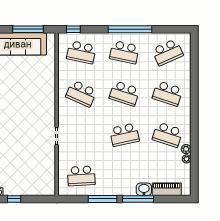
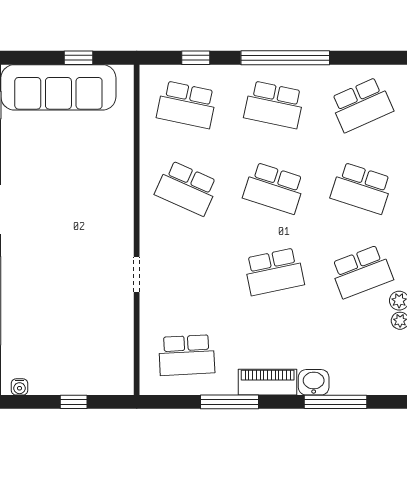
window: (28, 29) -> (79, 58), width x0.46
window: (73, 29) -> (196, 58), moved
school desk: (168, 135) -> (361, 272), turned -39
piano: (167, 189) -> (268, 382), moved
window: (14, 199) -> (74, 402), moved
window: (138, 199) -> (336, 402), moved

